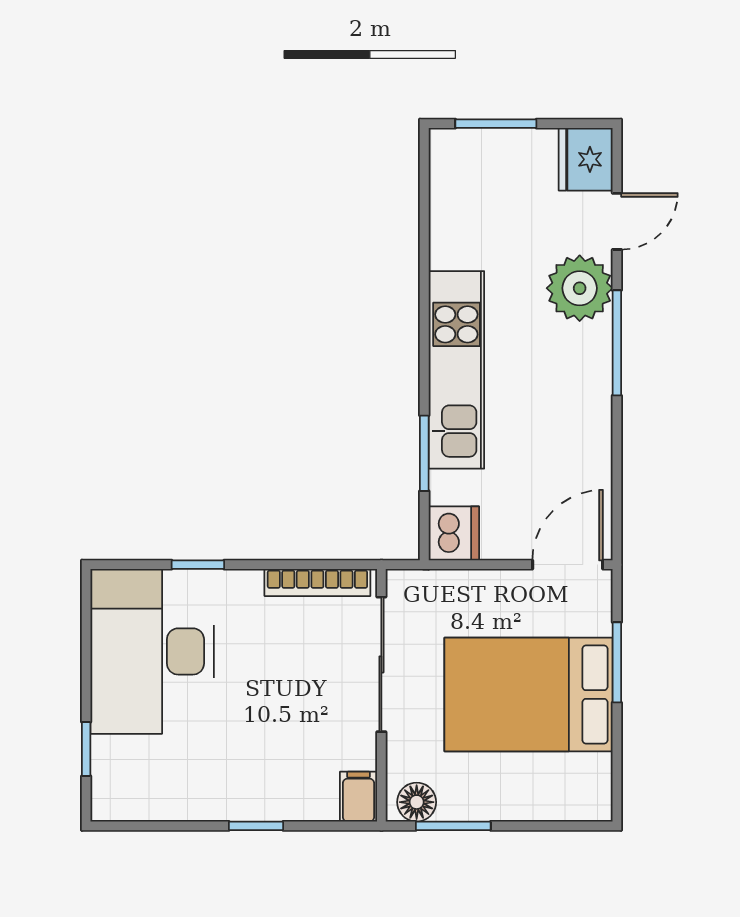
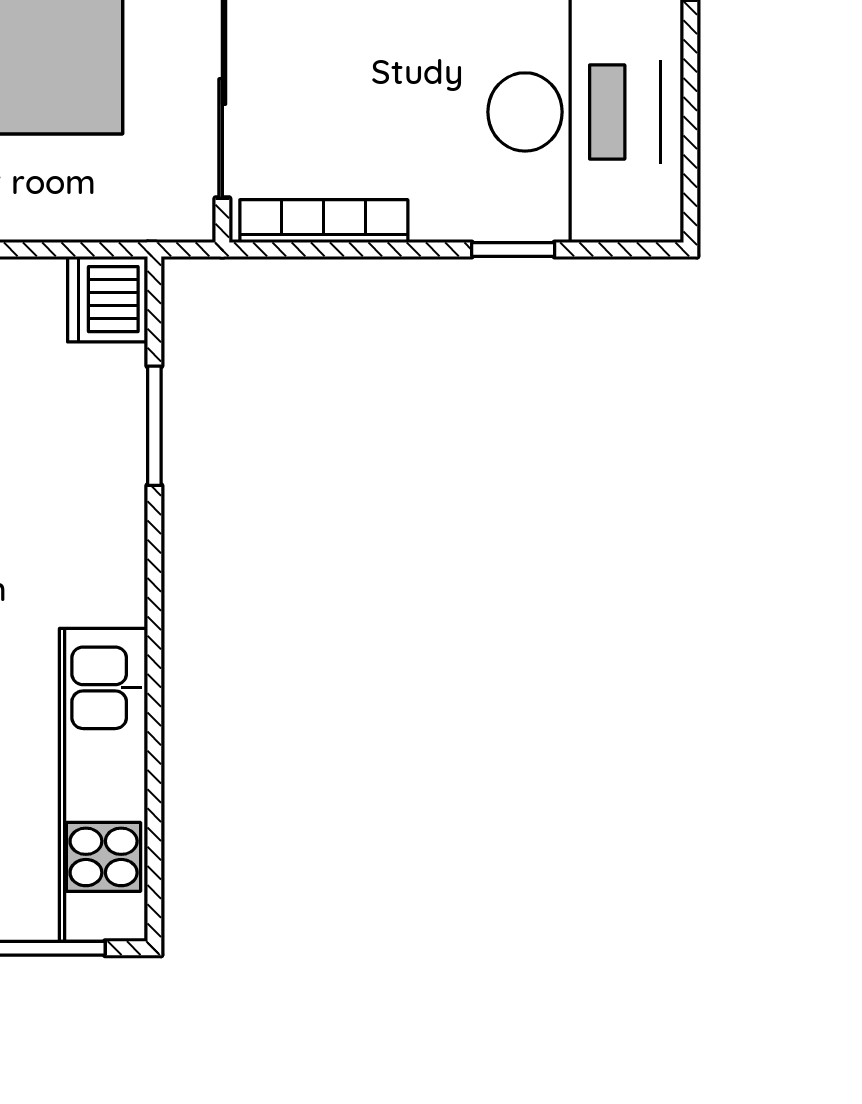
kitchen unit: (456, 370) -> (104, 785), moved

